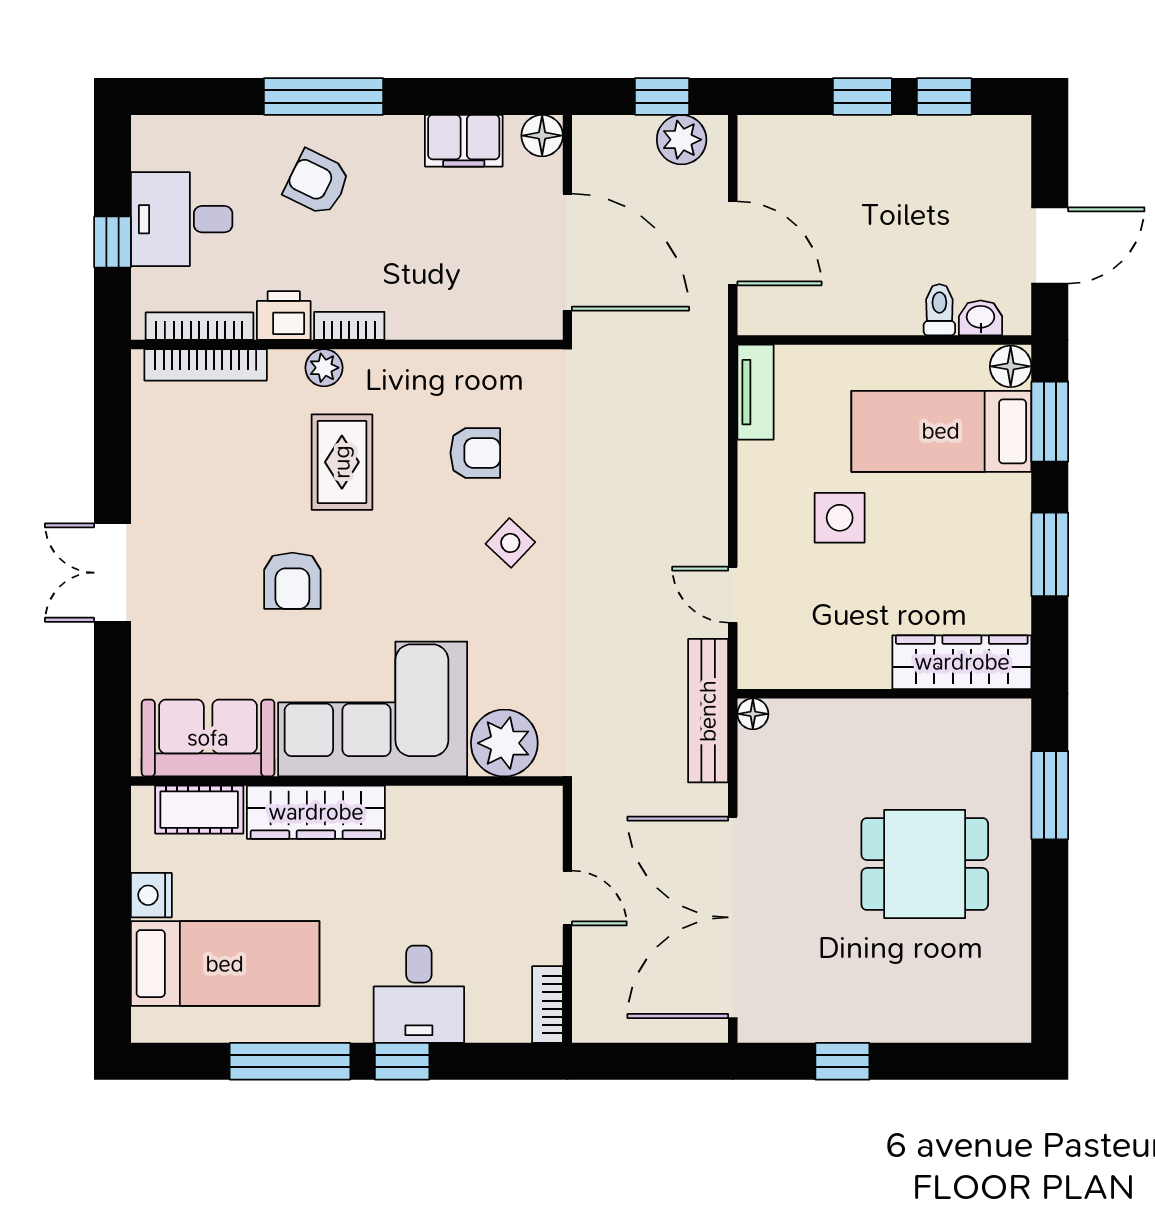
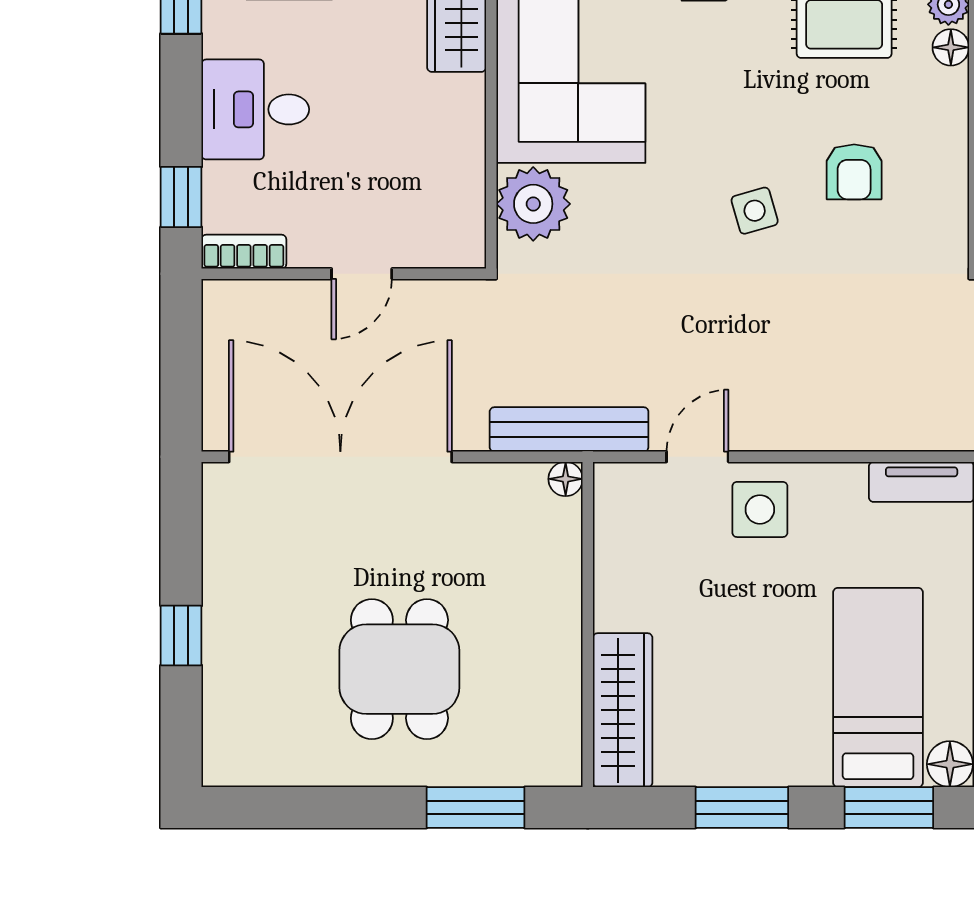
floor lamp: (363, 366) -> (951, 47), added
side table: (840, 518) -> (760, 509), moved
side table: (510, 543) -> (755, 211), turned 31
window: (402, 1061) -> (181, 197), moved
window: (842, 1061) -> (181, 636), moved

